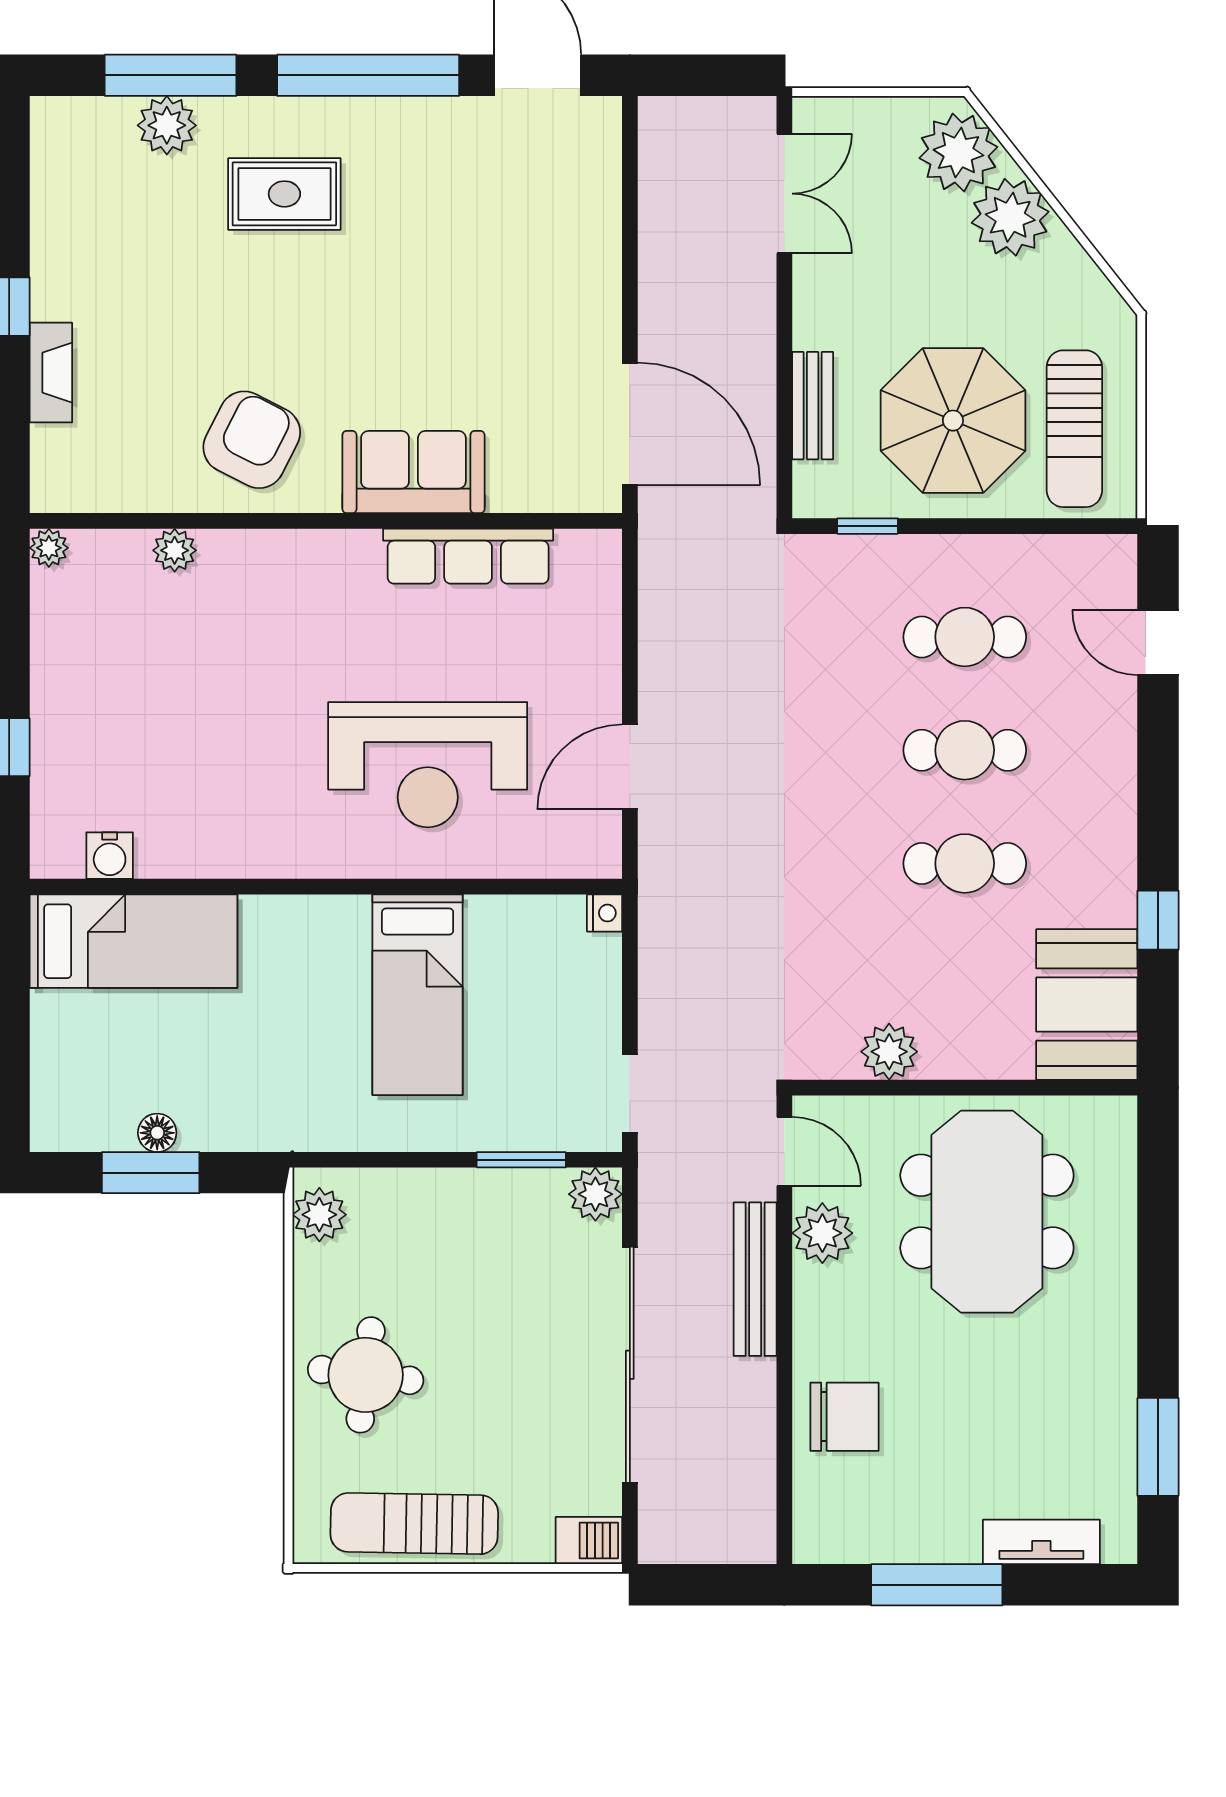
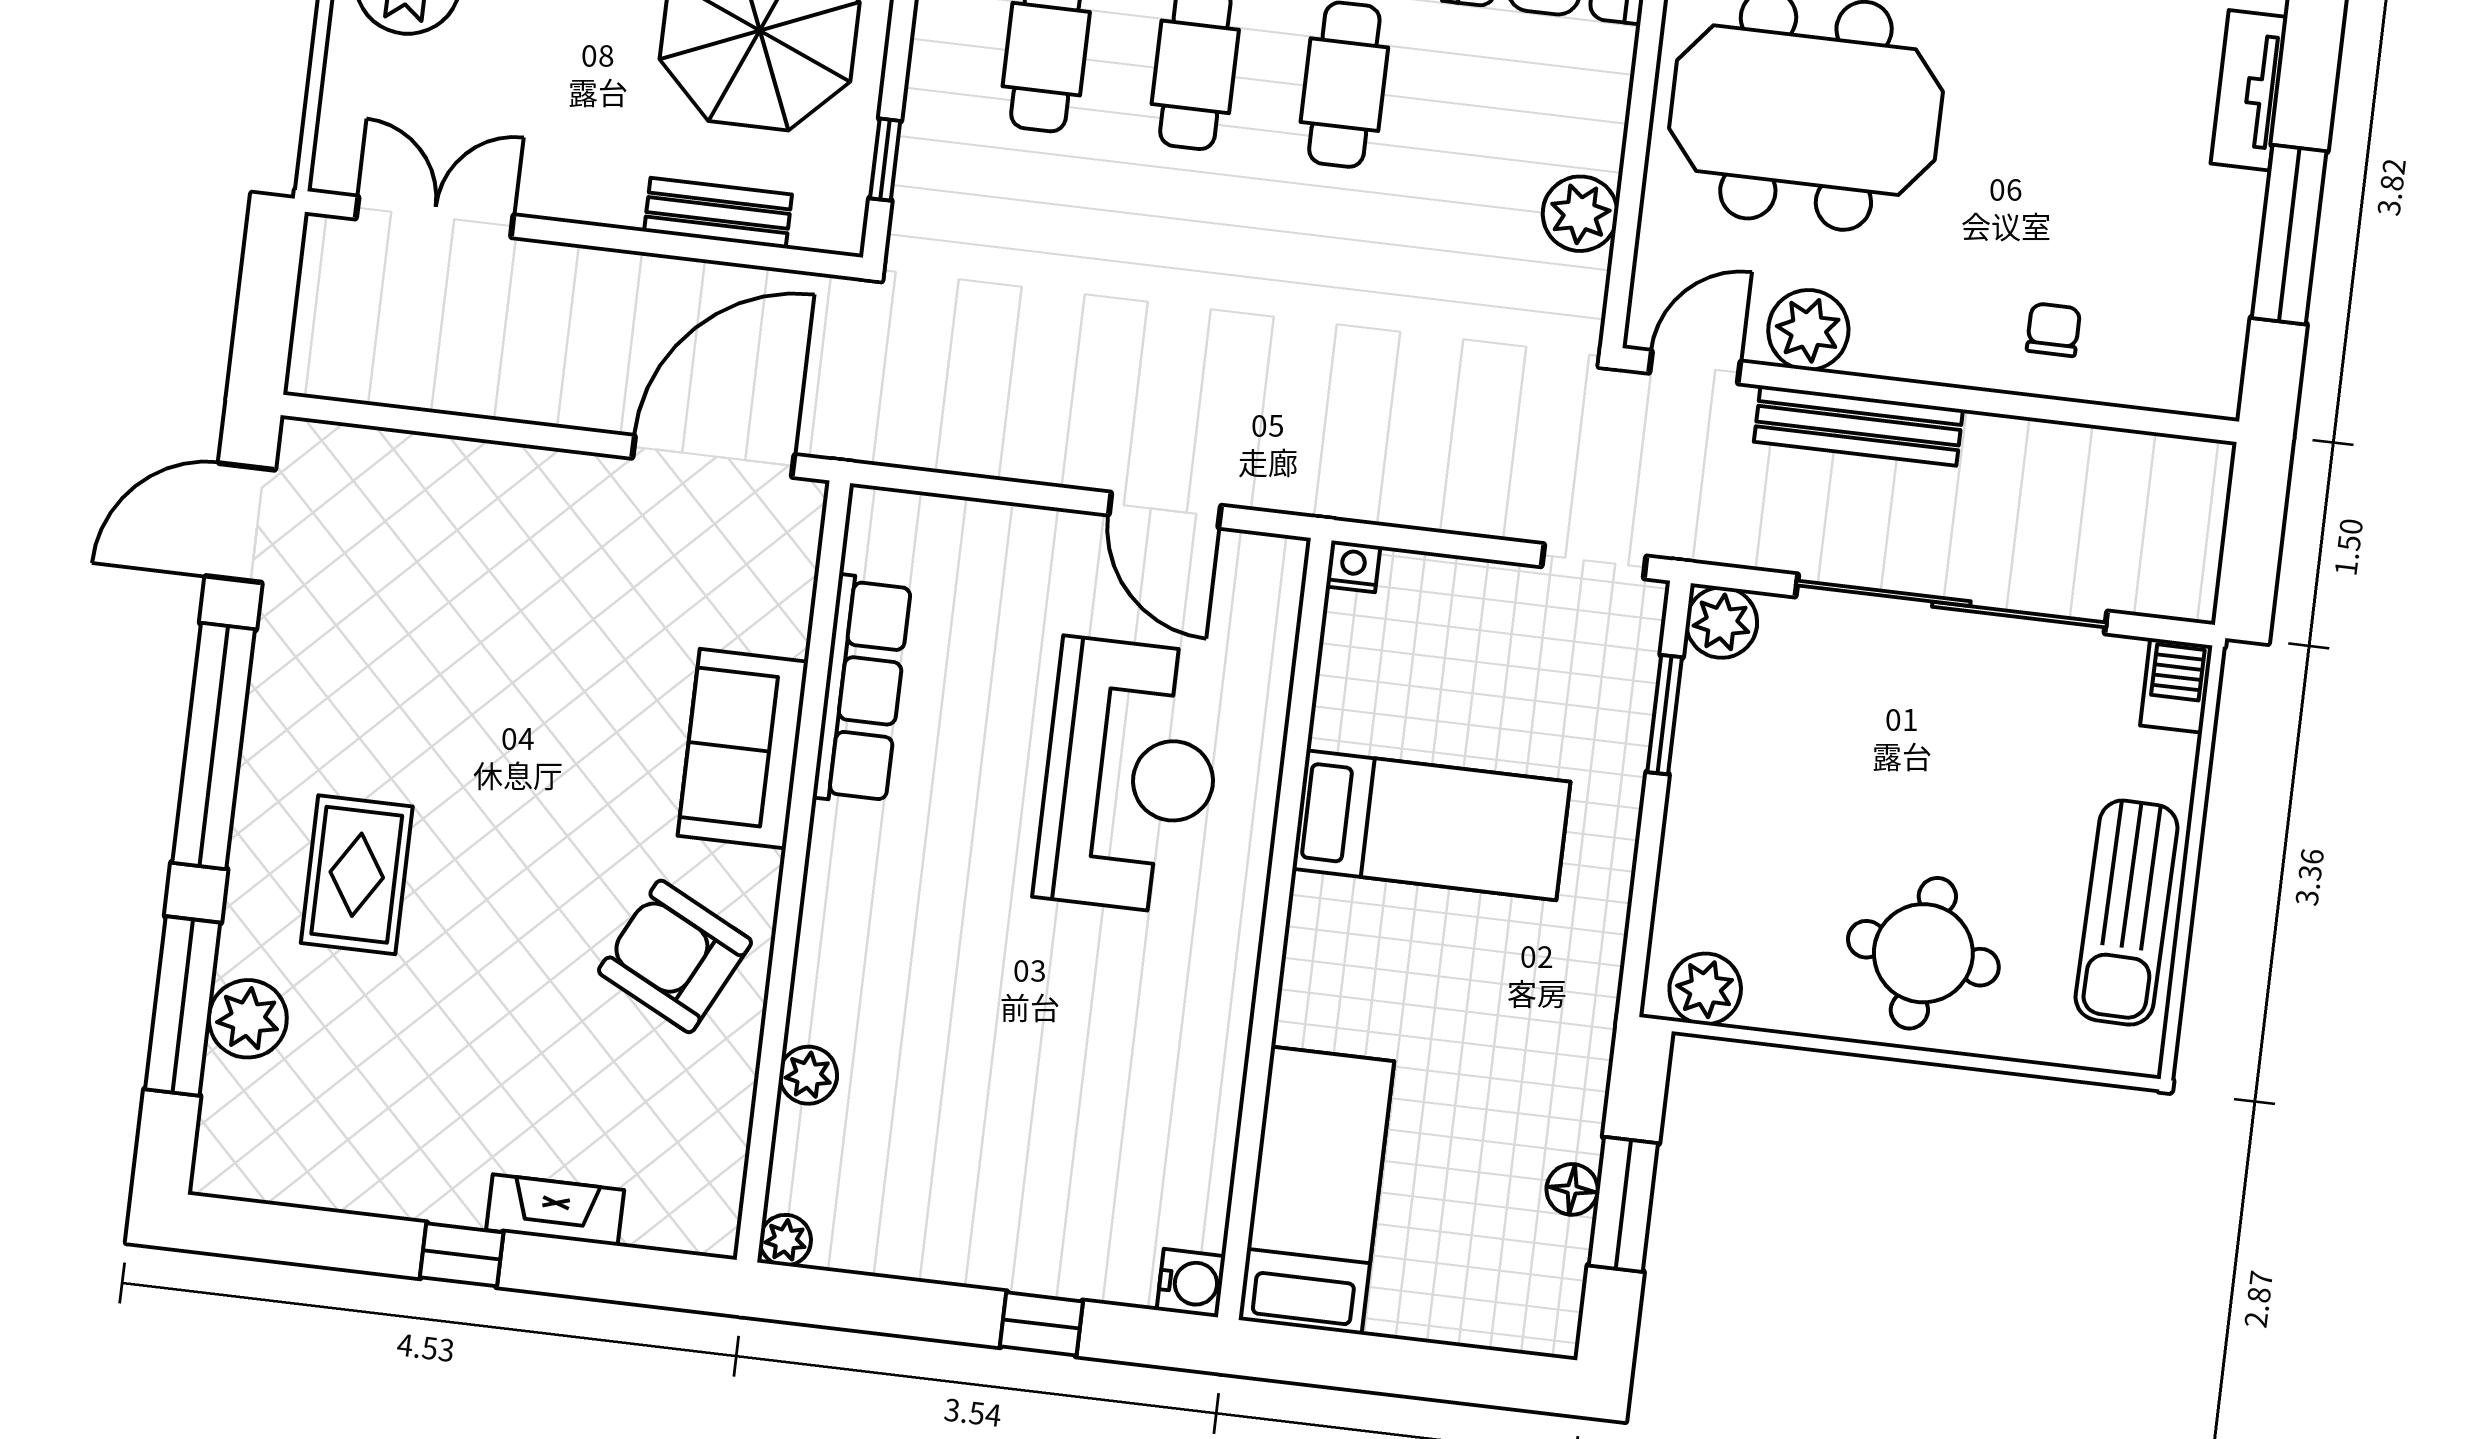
water cooler: (110, 856) -> (1191, 1283), moved
chair: (844, 1417) -> (2053, 330), width x0.54, depth x0.54

